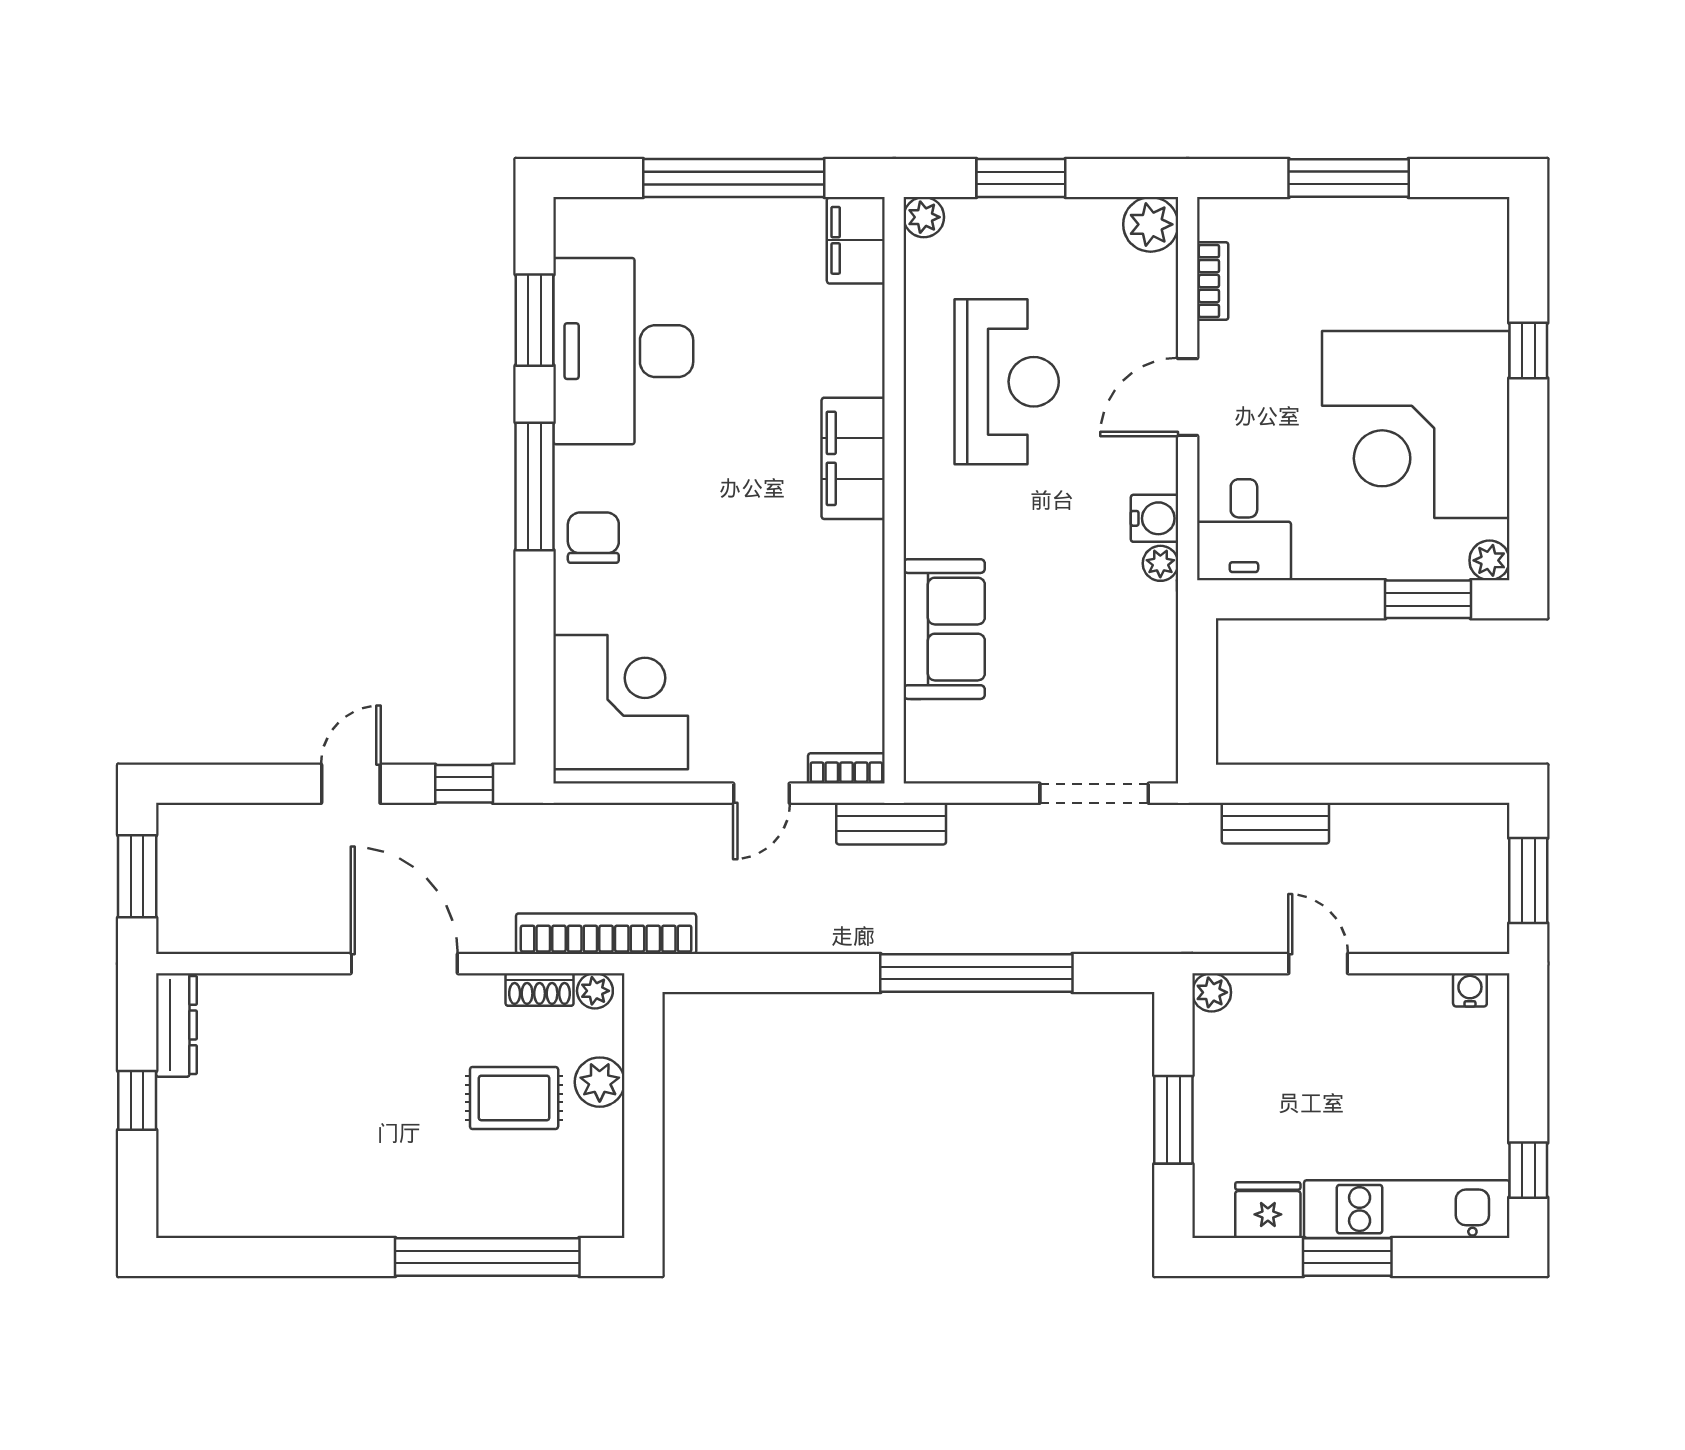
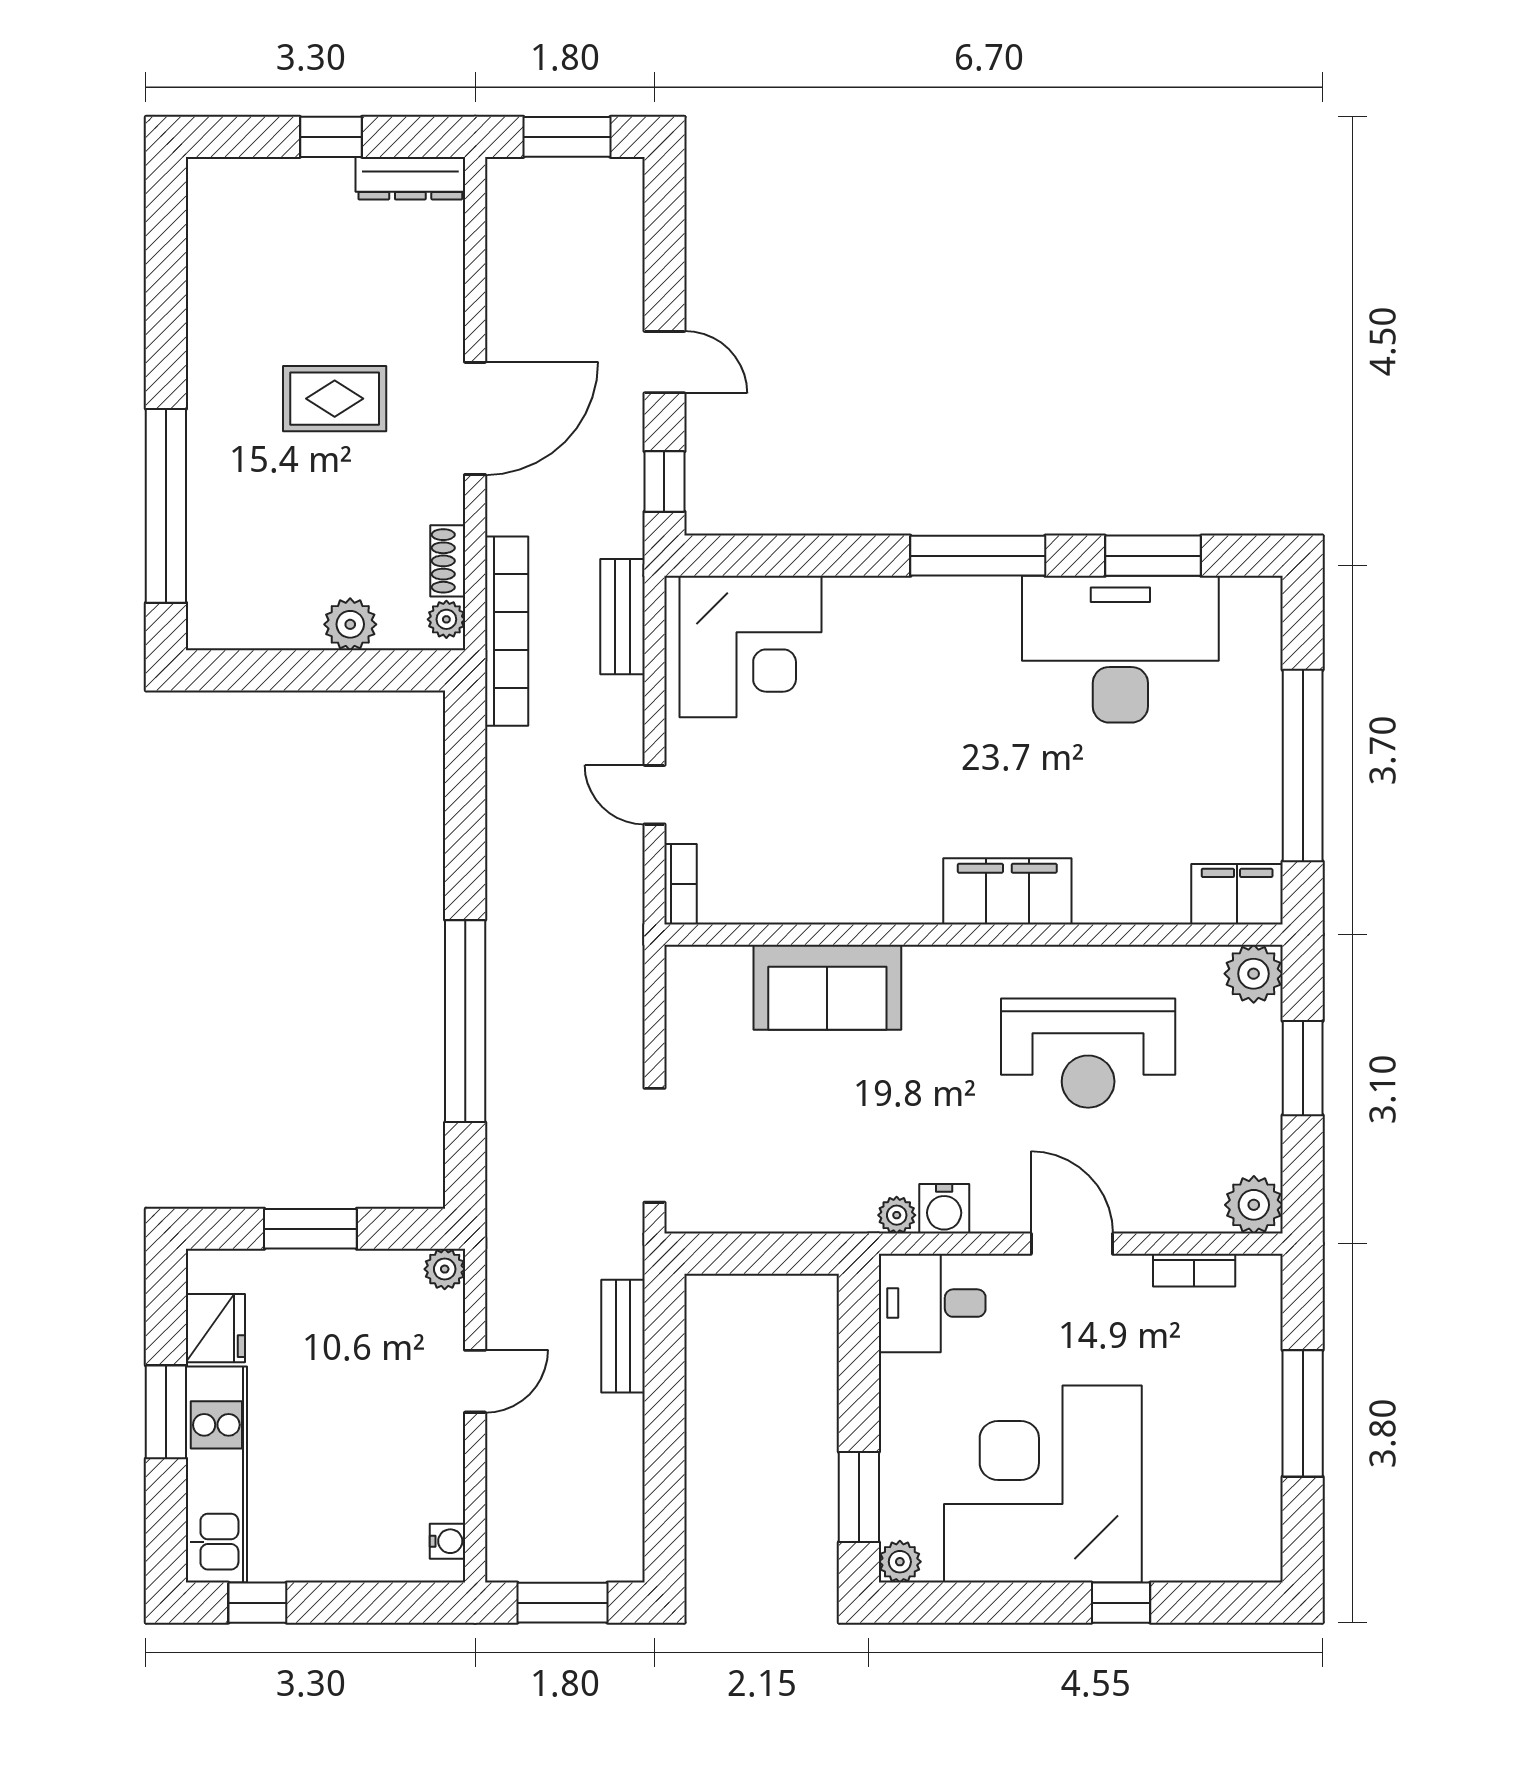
plant: (924, 217) -> (1254, 974), width x1.38, depth x1.38
chair: (593, 538) -> (924, 618), removed
bench: (891, 824) -> (622, 617), moved
rug: (514, 1098) -> (335, 399), moved, turned 90

